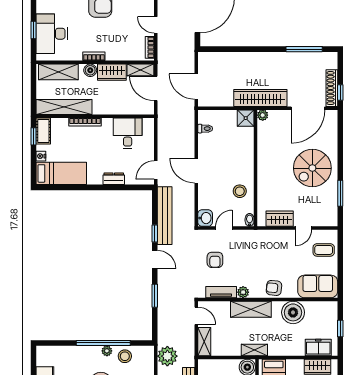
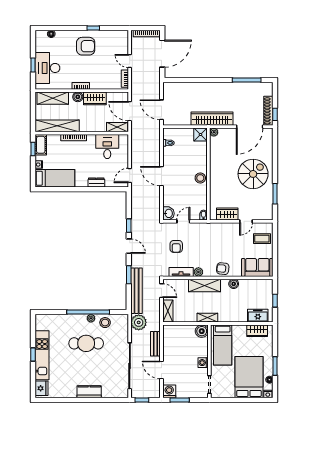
shelving: (140, 70) -> (117, 127), moved
spiral stairs: (312, 168) -> (253, 174), turned 180
stool: (240, 191) -> (200, 178), moved
bench: (165, 216) -> (137, 291), moved
boiler: (293, 312) -> (234, 284), width x0.54, depth x0.54

